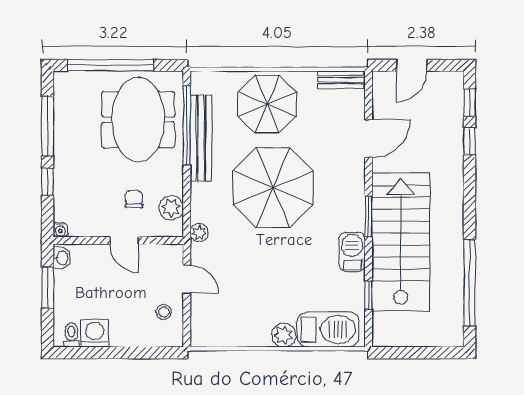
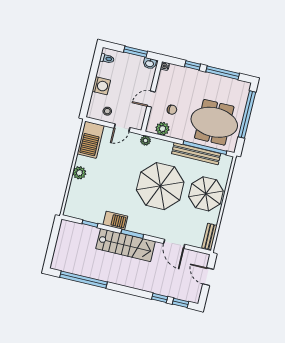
stairs: (401, 242) -> (126, 245), width x0.73, depth x0.66
barbecue: (328, 329) -> (91, 140), moved
washing machine: (95, 333) -> (101, 86), moved

